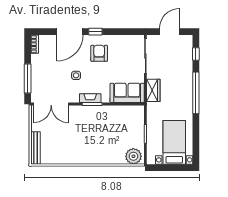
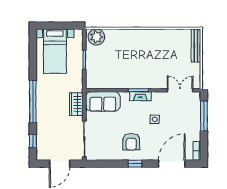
door: (70, 32) -> (172, 164), moved
double door: (51, 104) -> (180, 90), width x0.73

